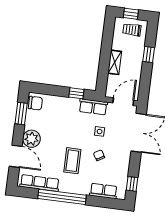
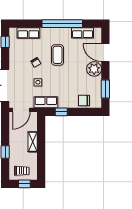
chair: (35, 103) -> (84, 101), moved
row of seats: (40, 183) -> (83, 33), width x0.68

